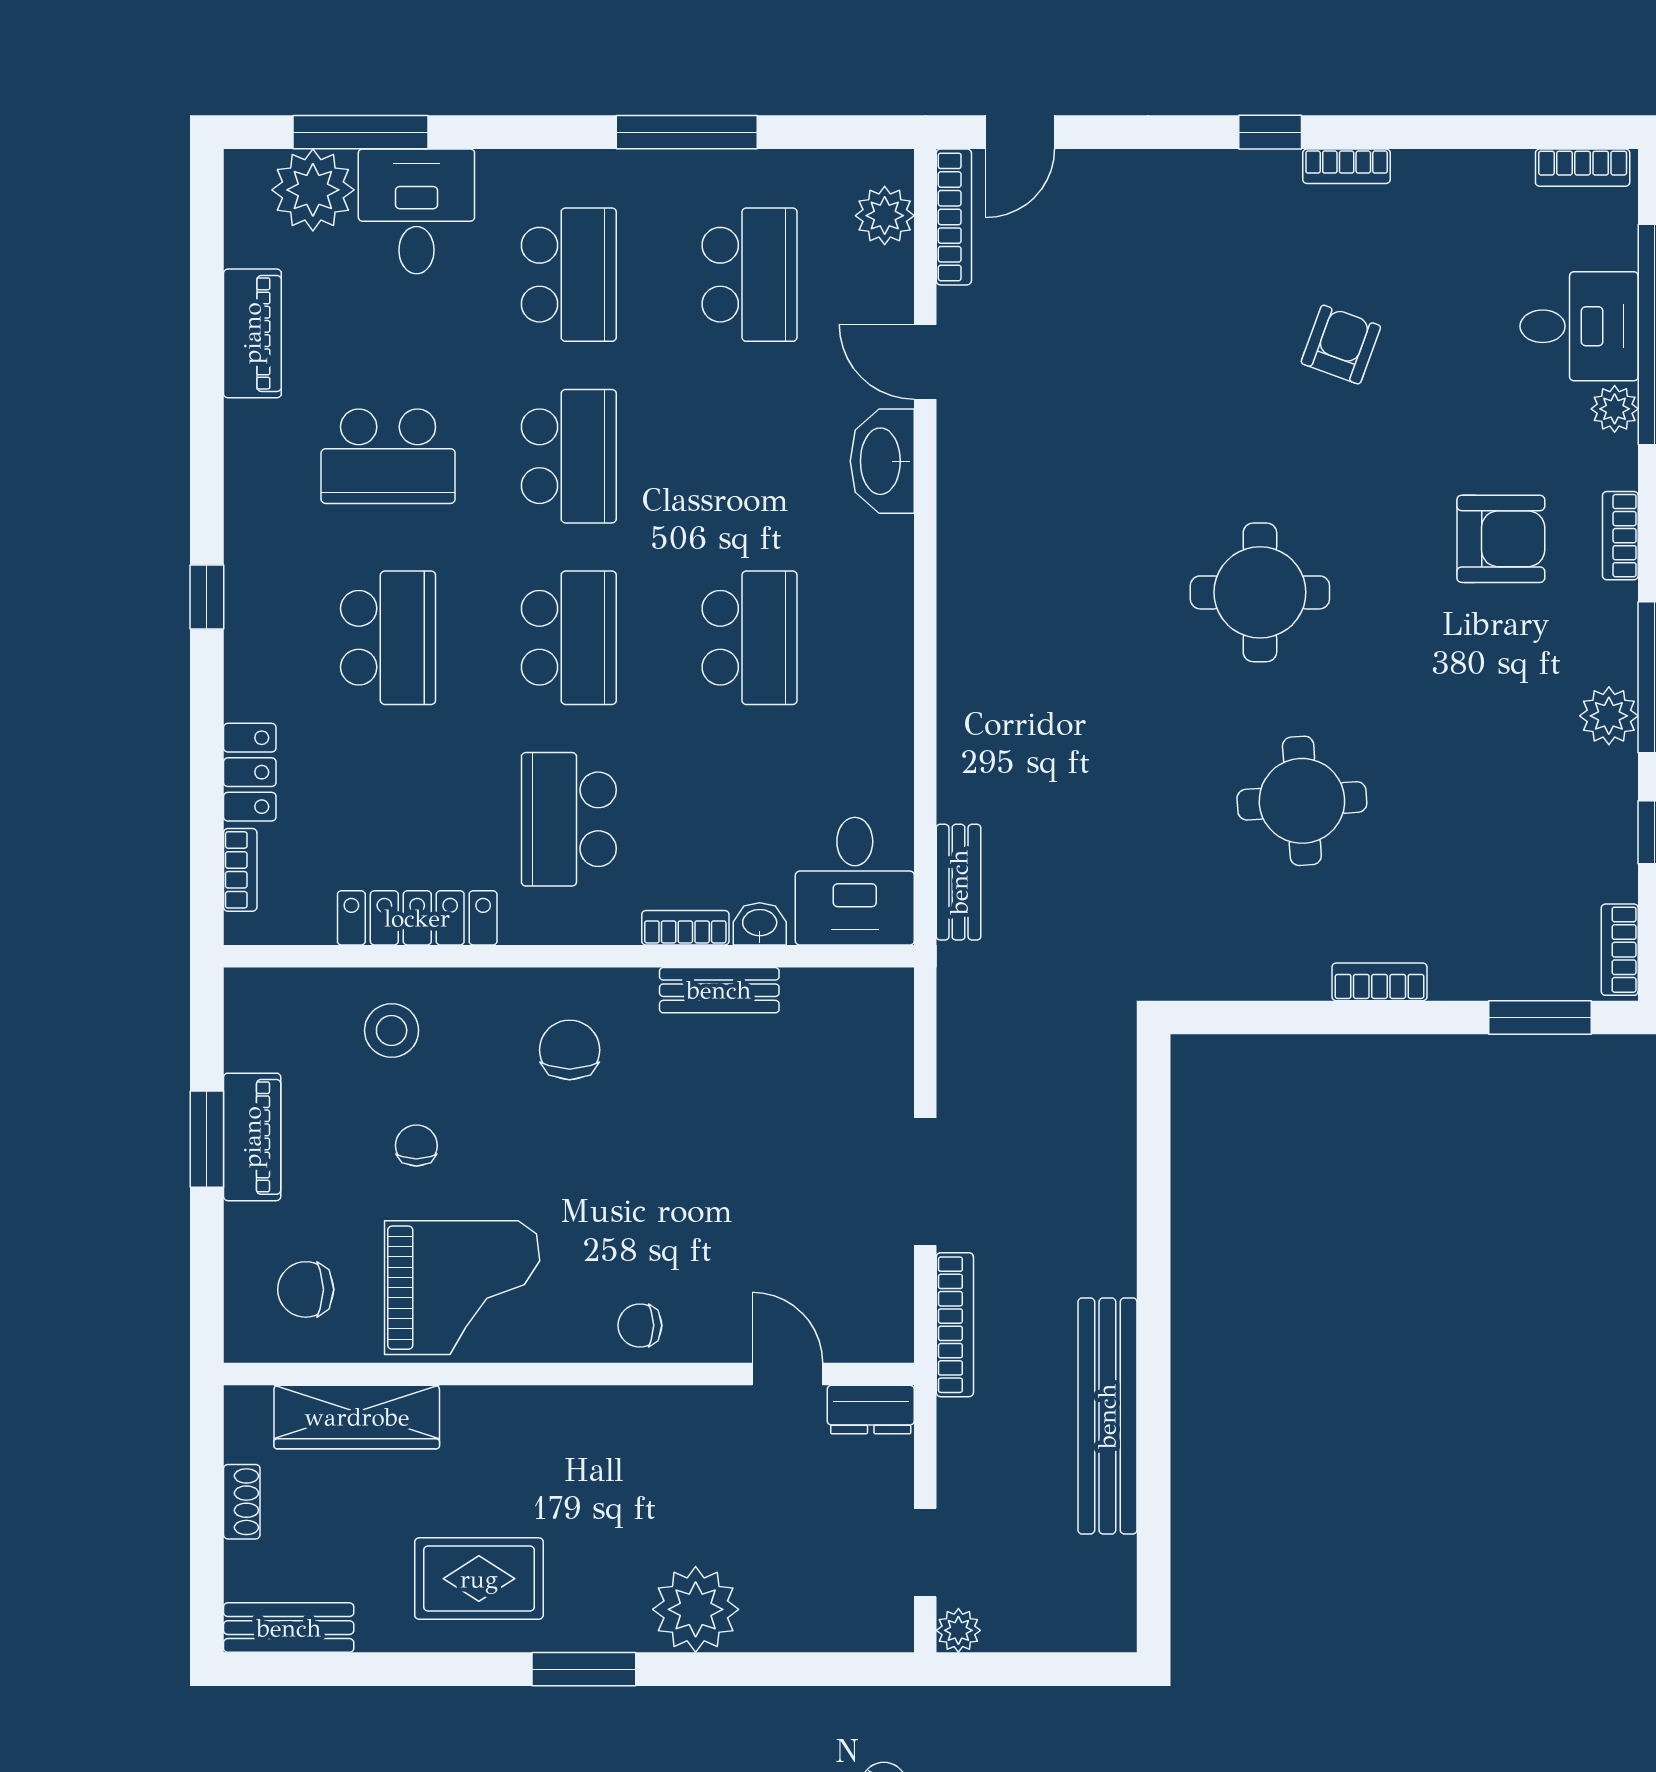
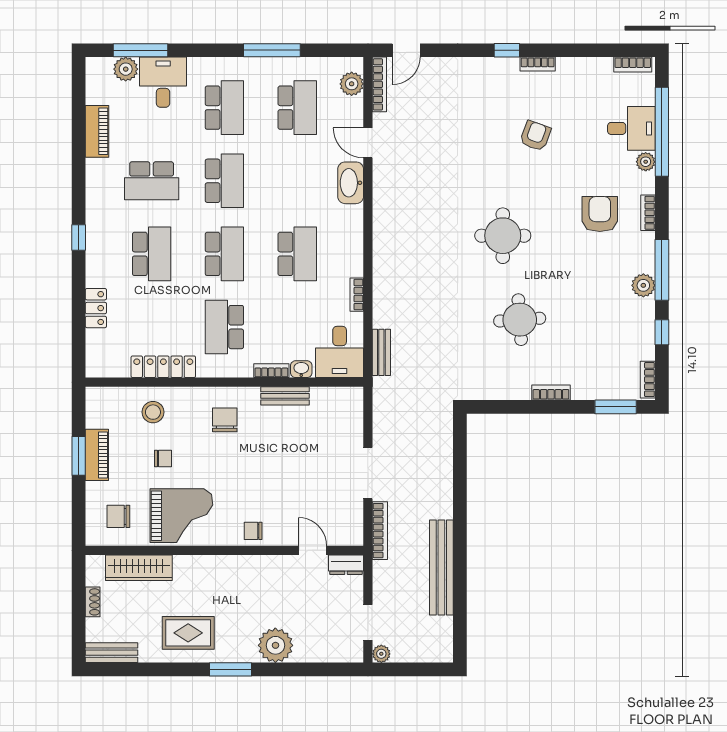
plant: (313, 190) -> (126, 69), width x0.73, depth x0.73
armchair: (1501, 539) -> (600, 214), turned -90
bookcase: (240, 870) -> (357, 295), moved, turned 180
chair: (416, 1146) -> (163, 458), turned 90

